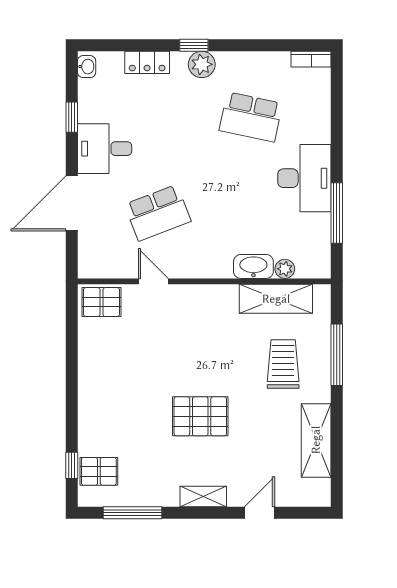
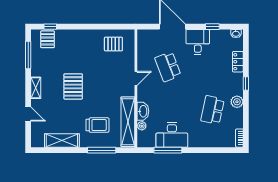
plant: (202, 64) -> (237, 102), moved
desk: (304, 178) -> (172, 135), moved
door: (153, 281) -> (136, 78), moved
shelving: (276, 299) -> (128, 122), width x1.47
pallet: (102, 302) -> (113, 44), moved, turned 90

